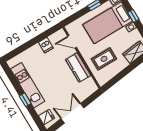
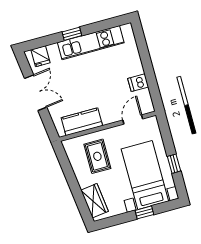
kitchen counter: (78, 67) -> (82, 122), moved

